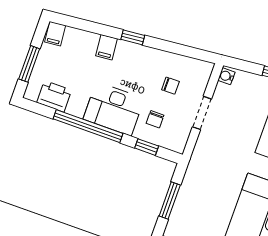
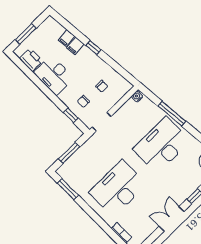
filing cabinet: (55, 34) -> (67, 38), moved
desk: (114, 109) -> (54, 75), moved
doorway: (202, 113) -> (102, 122), moved
window: (88, 126) -> (42, 87), removed

